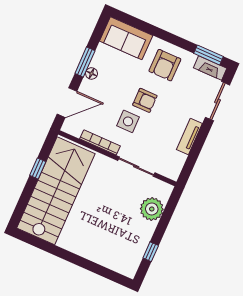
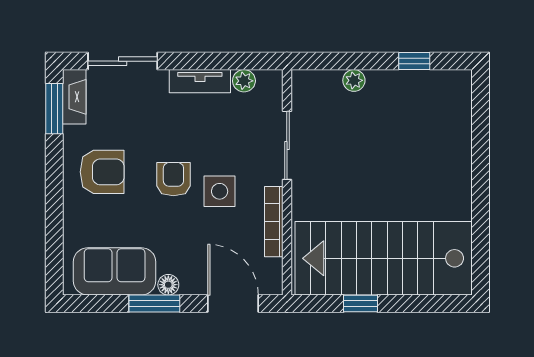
sofa: (126, 38) -> (115, 271), moved, turned -90
plant: (180, 159) -> (244, 81), added
plant: (152, 209) -> (354, 80), width x0.53, depth x0.53

